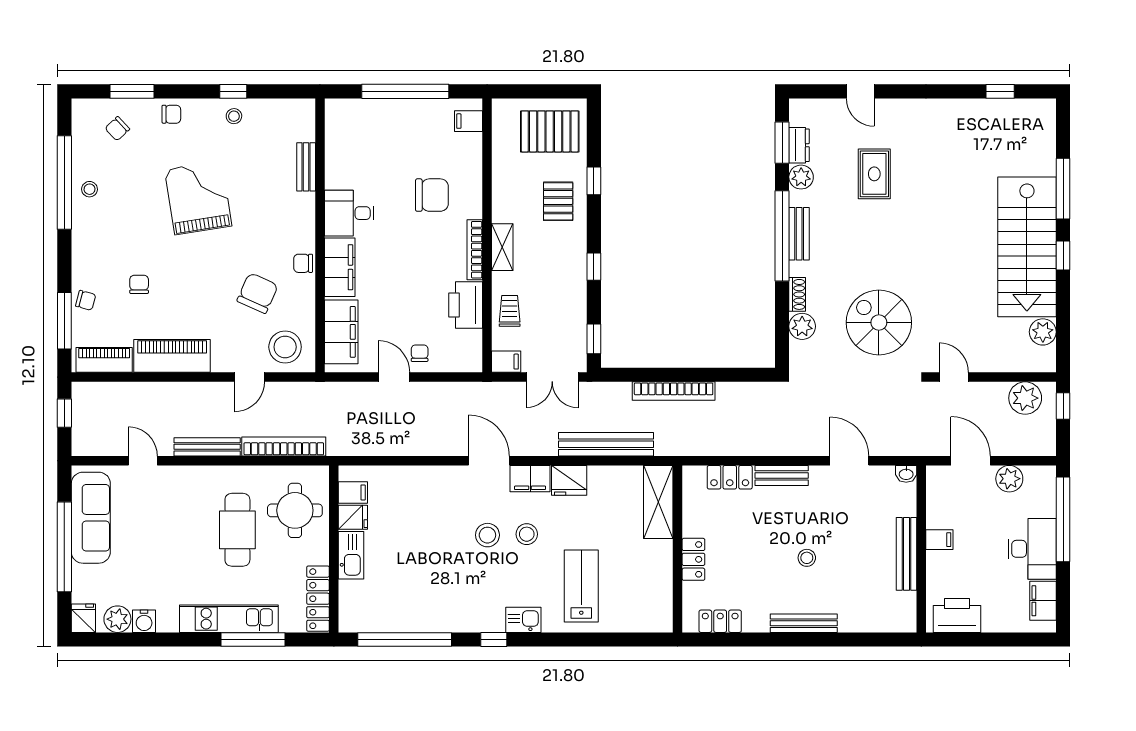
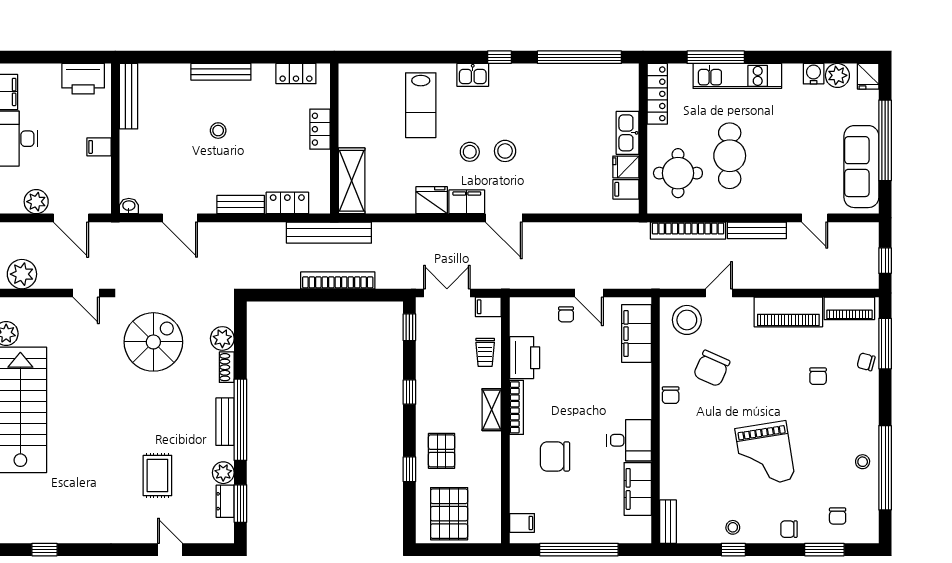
chair: (117, 129) -> (838, 516), turned 133
pallet: (550, 131) -> (449, 514), turned 90
bench: (306, 167) -> (668, 522), moved
chair: (303, 263) -> (671, 395), turned 90
filing cabinet: (340, 267) -> (638, 489), moved
spiral stairs: (879, 323) -> (153, 342), turned -90
bench: (606, 444) -> (329, 233), moved
bench: (907, 554) -> (129, 96), moved

